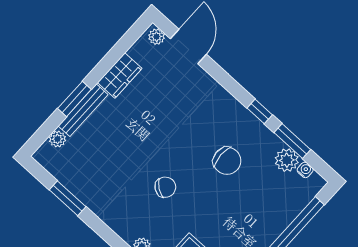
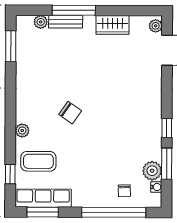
window: (74, 99) -> (74, 10), width x1.44
bench: (83, 110) -> (66, 22), width x0.73
chair: (227, 161) -> (124, 191), moved, width x0.54, depth x0.54
window: (68, 198) -> (11, 46), moved

